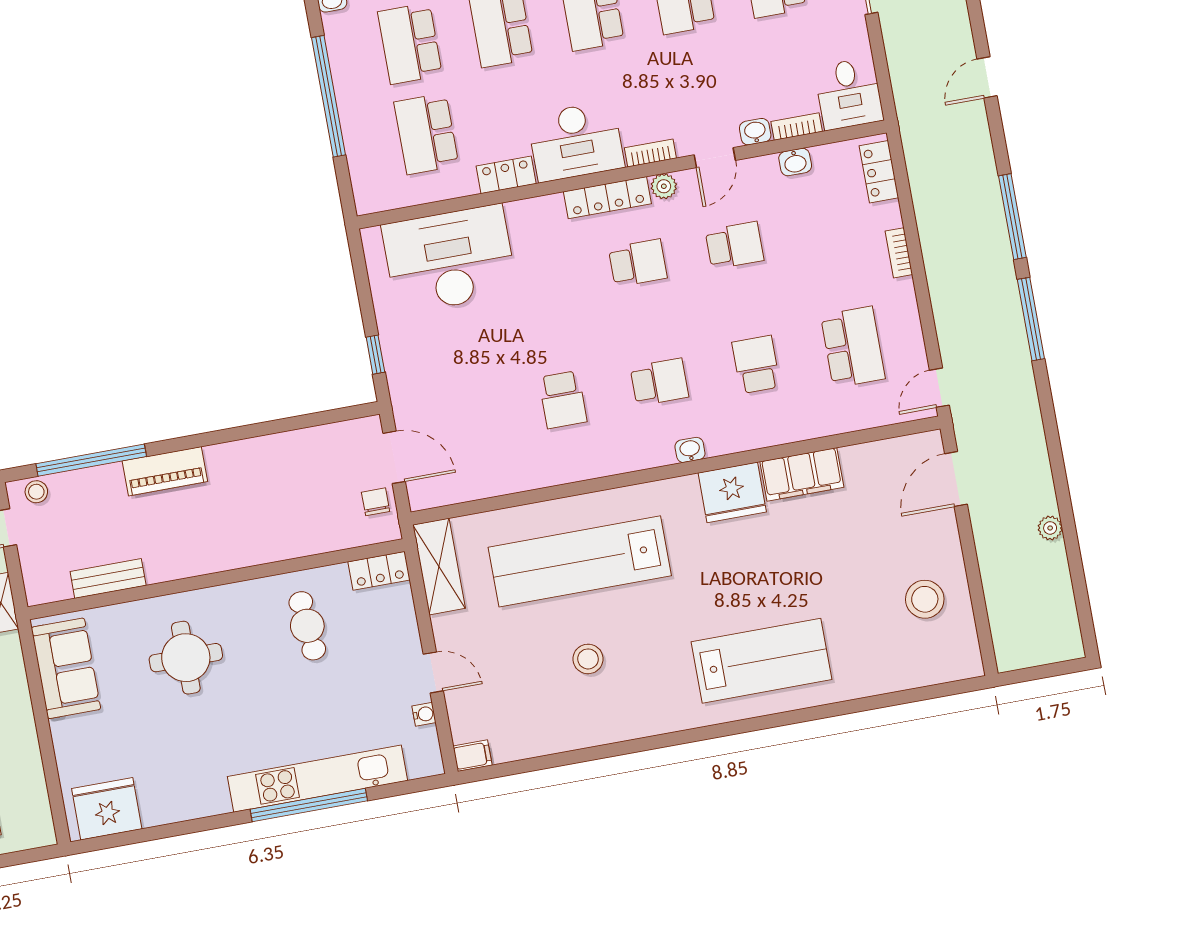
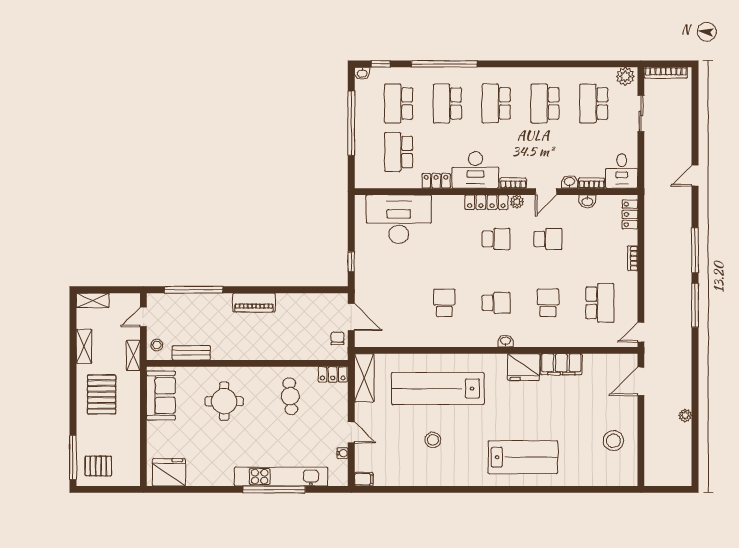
school desk: (563, 400) -> (444, 303), turned 180
piano: (165, 471) -> (254, 302), moved
stool: (36, 492) -> (157, 345), moved

